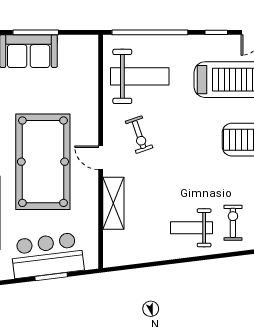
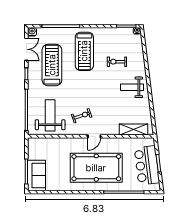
shelving: (113, 203) -> (133, 130), moved
exercise bike: (233, 223) -> (117, 62), moved
weight bench: (192, 228) -> (132, 87), turned 90

